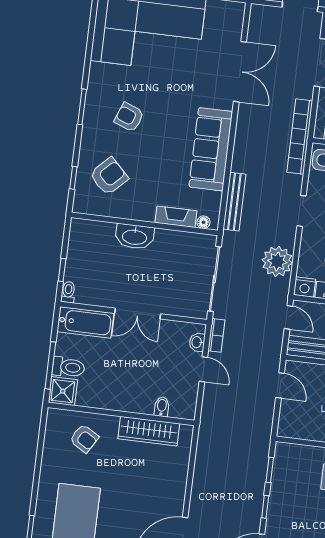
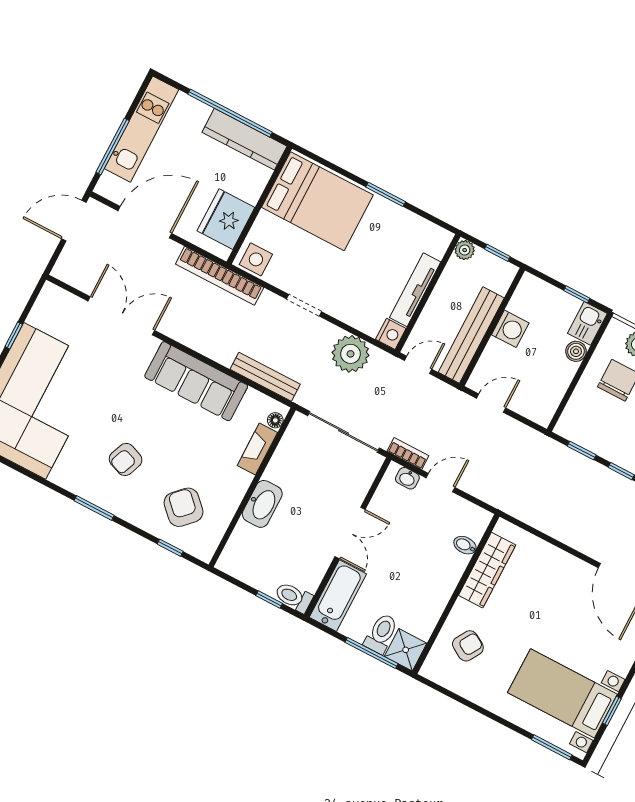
toilet: (68, 292) -> (294, 597), width x1.37, depth x1.39

